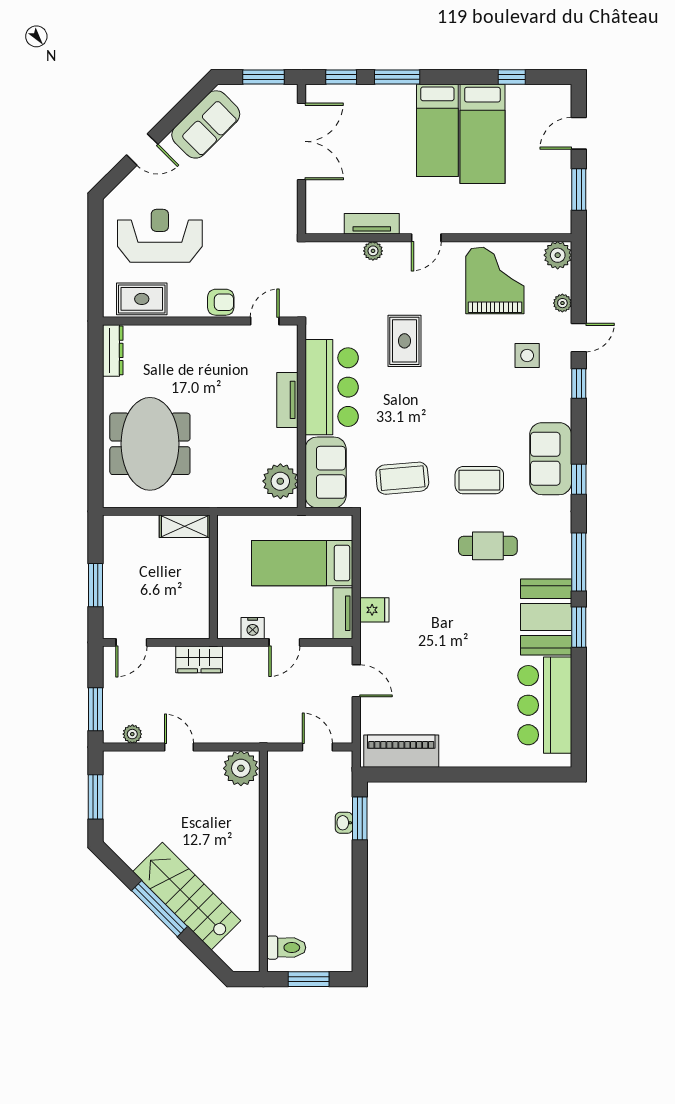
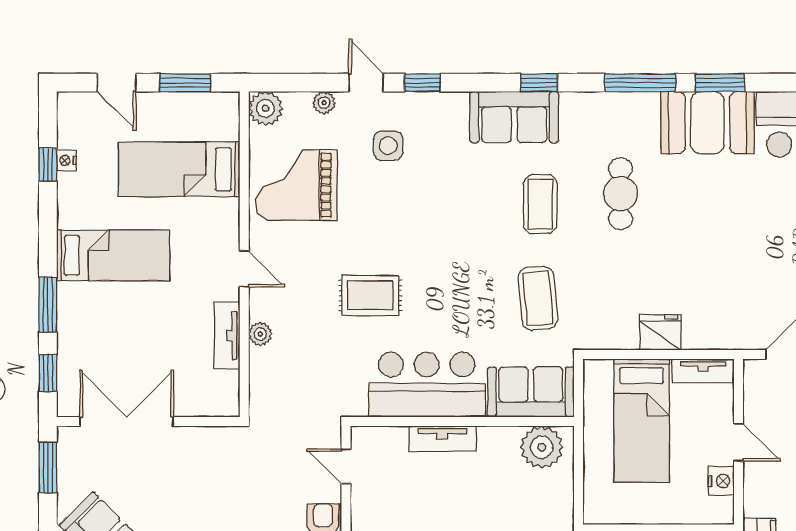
nightstand: (515, 92) -> (66, 160), added
bed: (482, 134) -> (179, 169), moved, turned 180
fridge: (374, 610) -> (660, 332), moved, width x1.38

